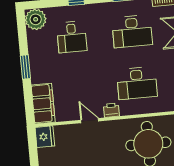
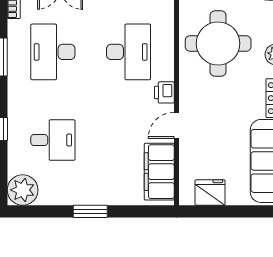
desk: (132, 31) -> (53, 52), turned 180
filing cabinet: (43, 104) -> (159, 172), moved, turned -90
fridge: (45, 137) -> (210, 192), moved

